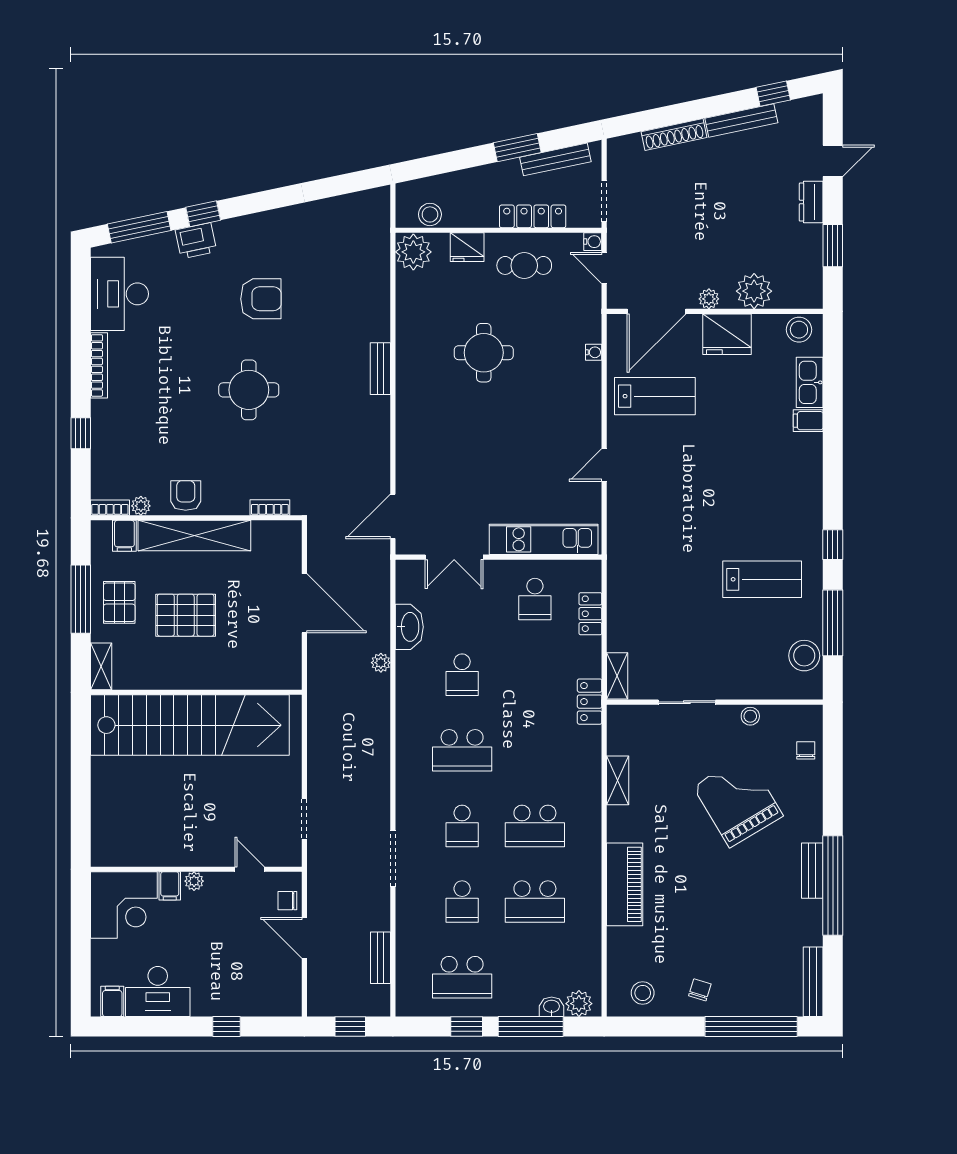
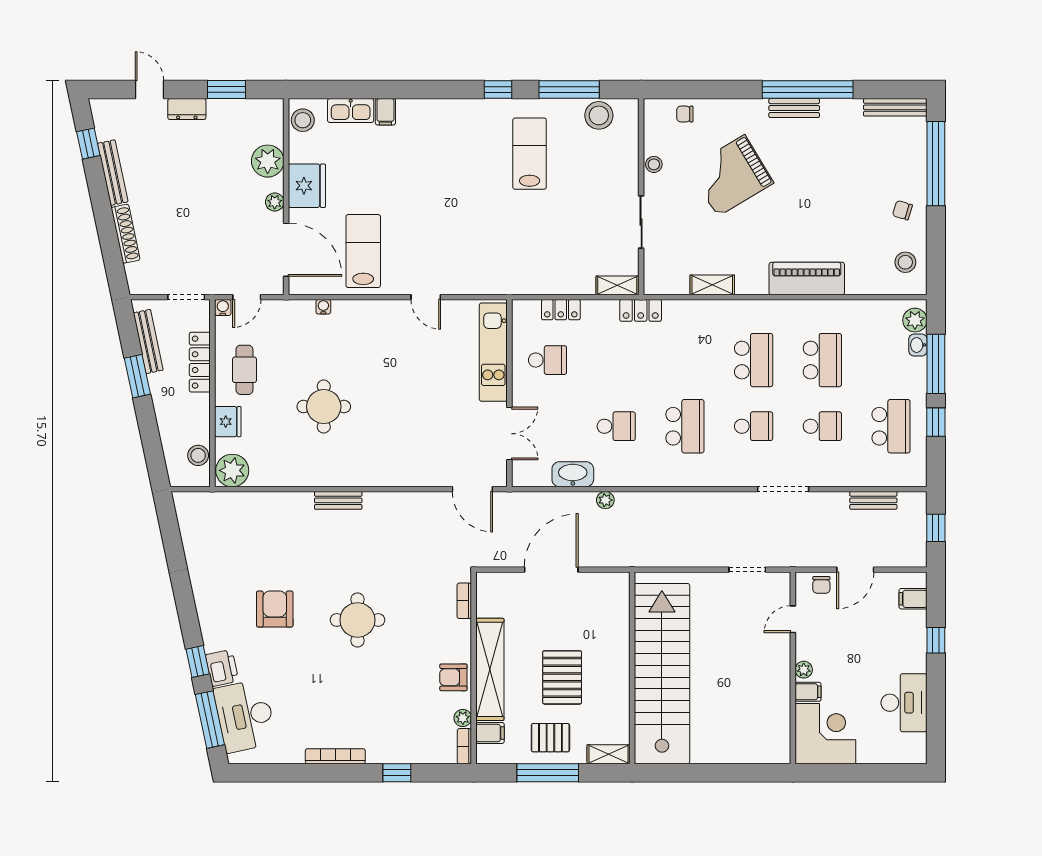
desk: (119, 294) -> (245, 716), moved, turned 78
filing cabinet: (112, 1001) -> (913, 599), moved

